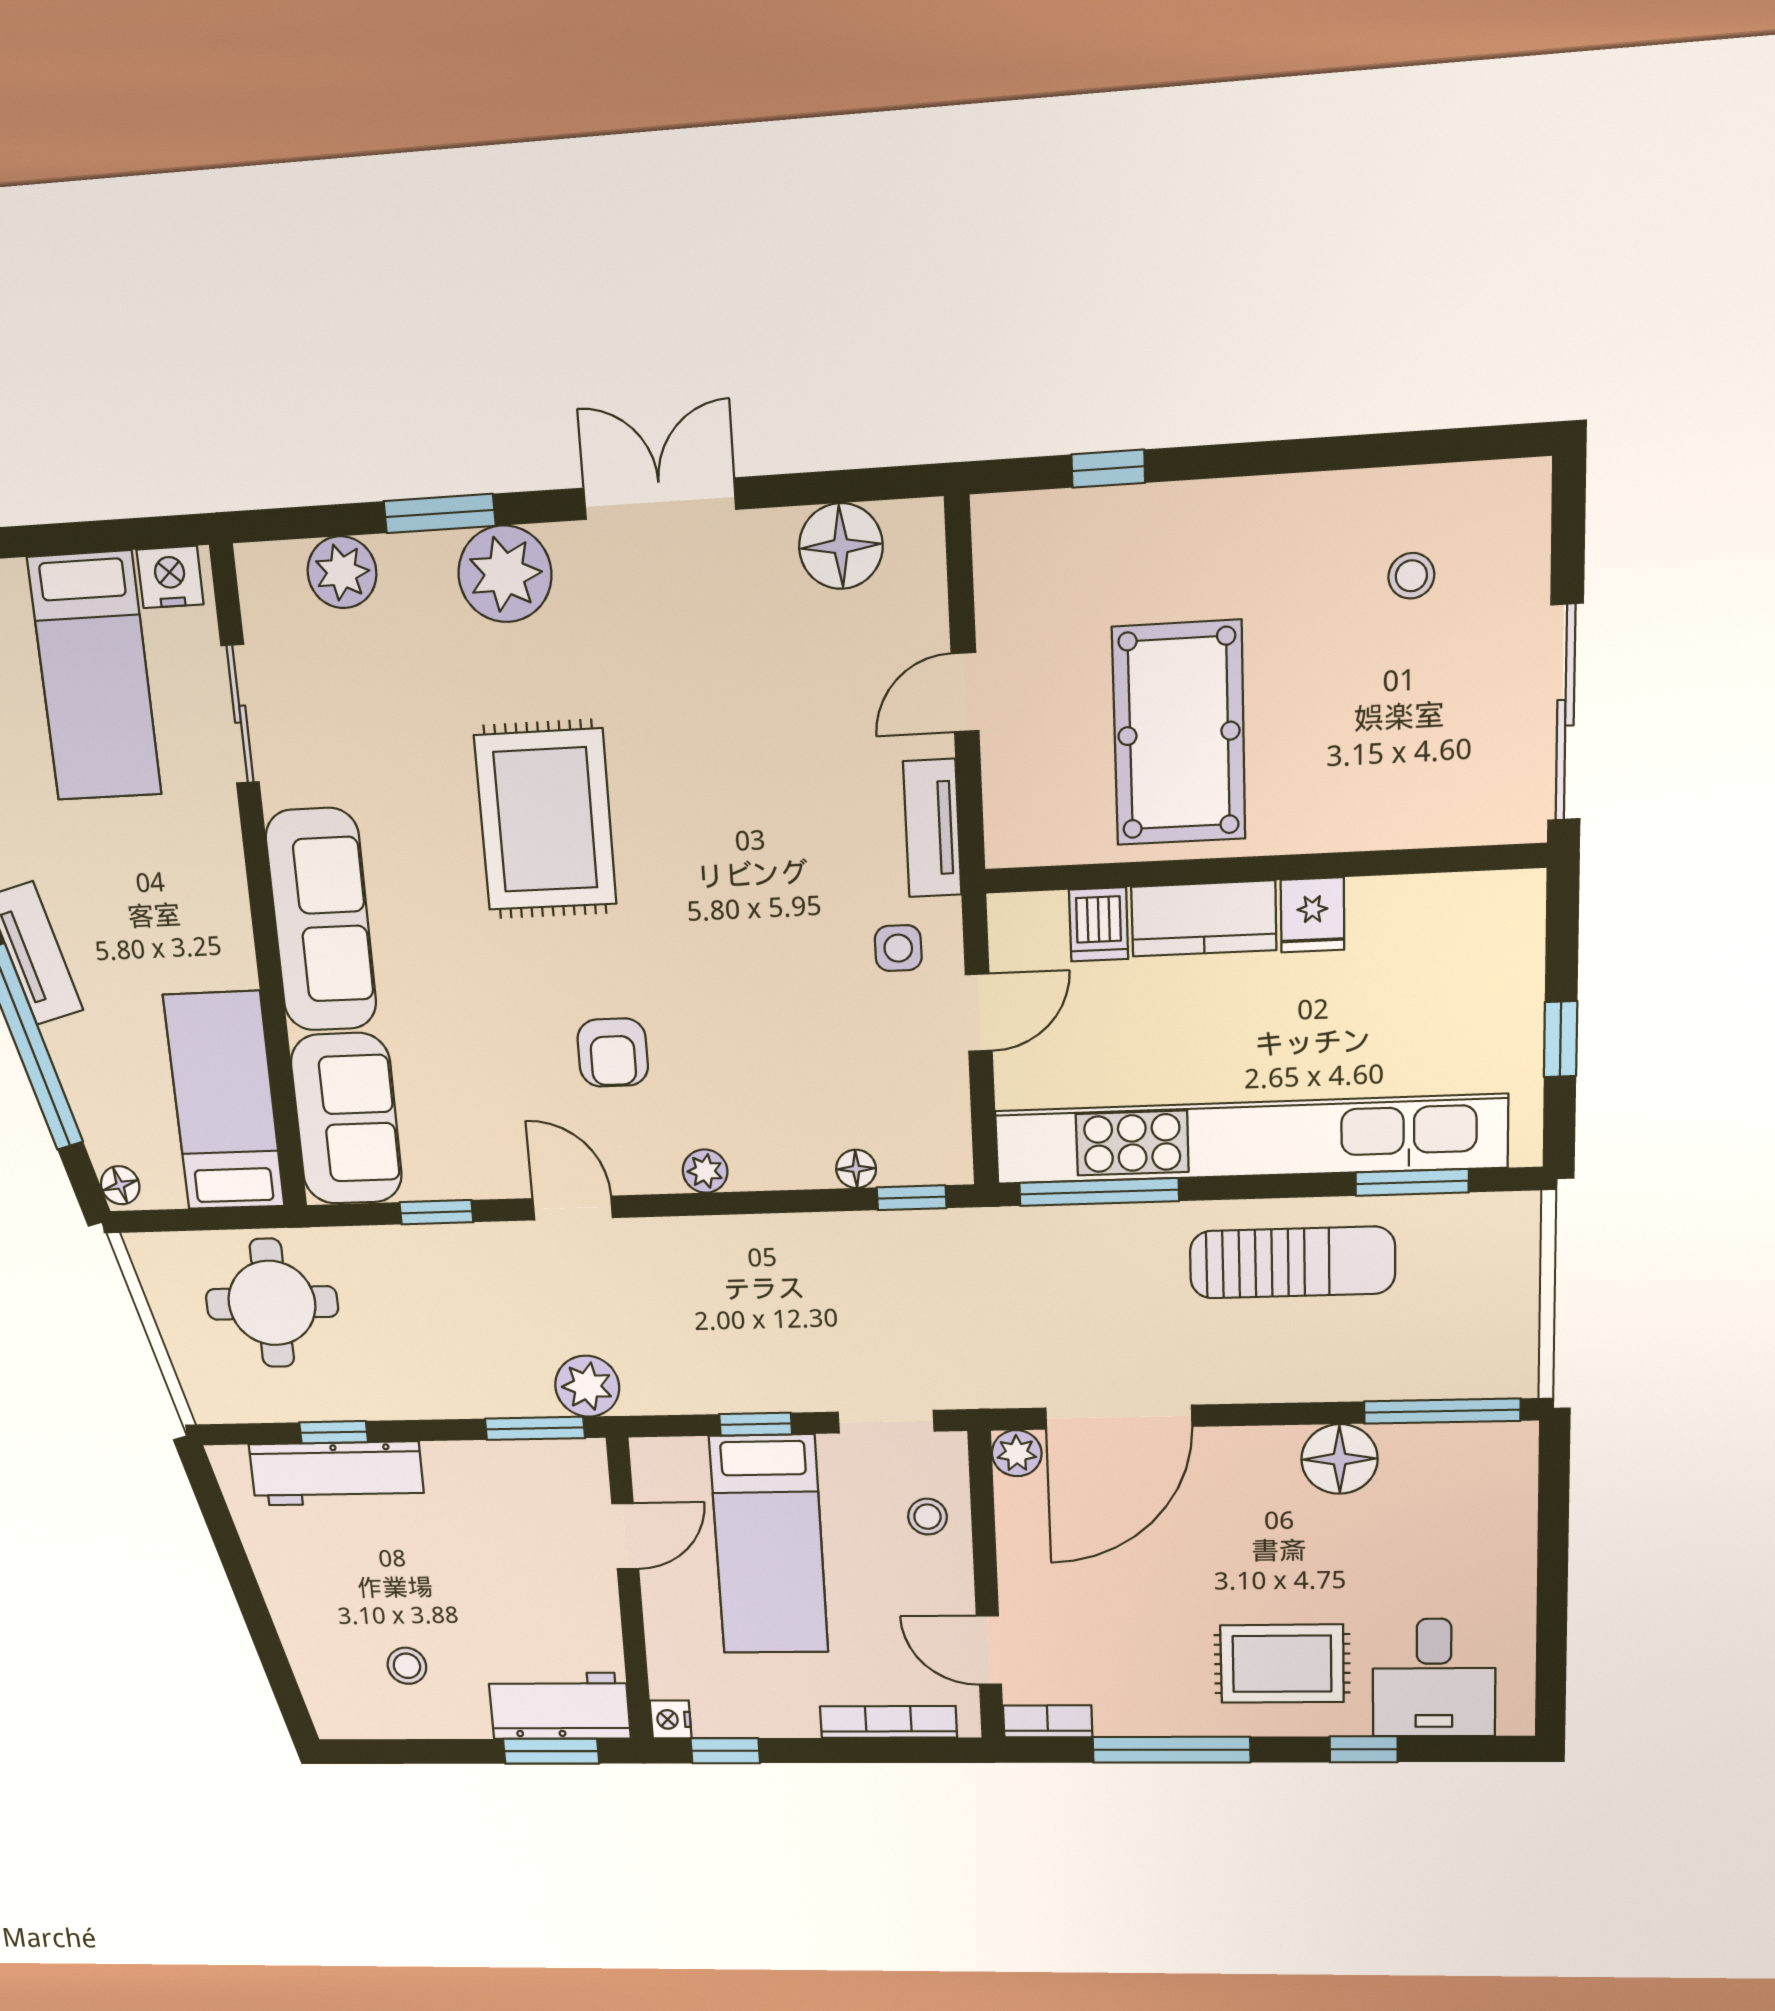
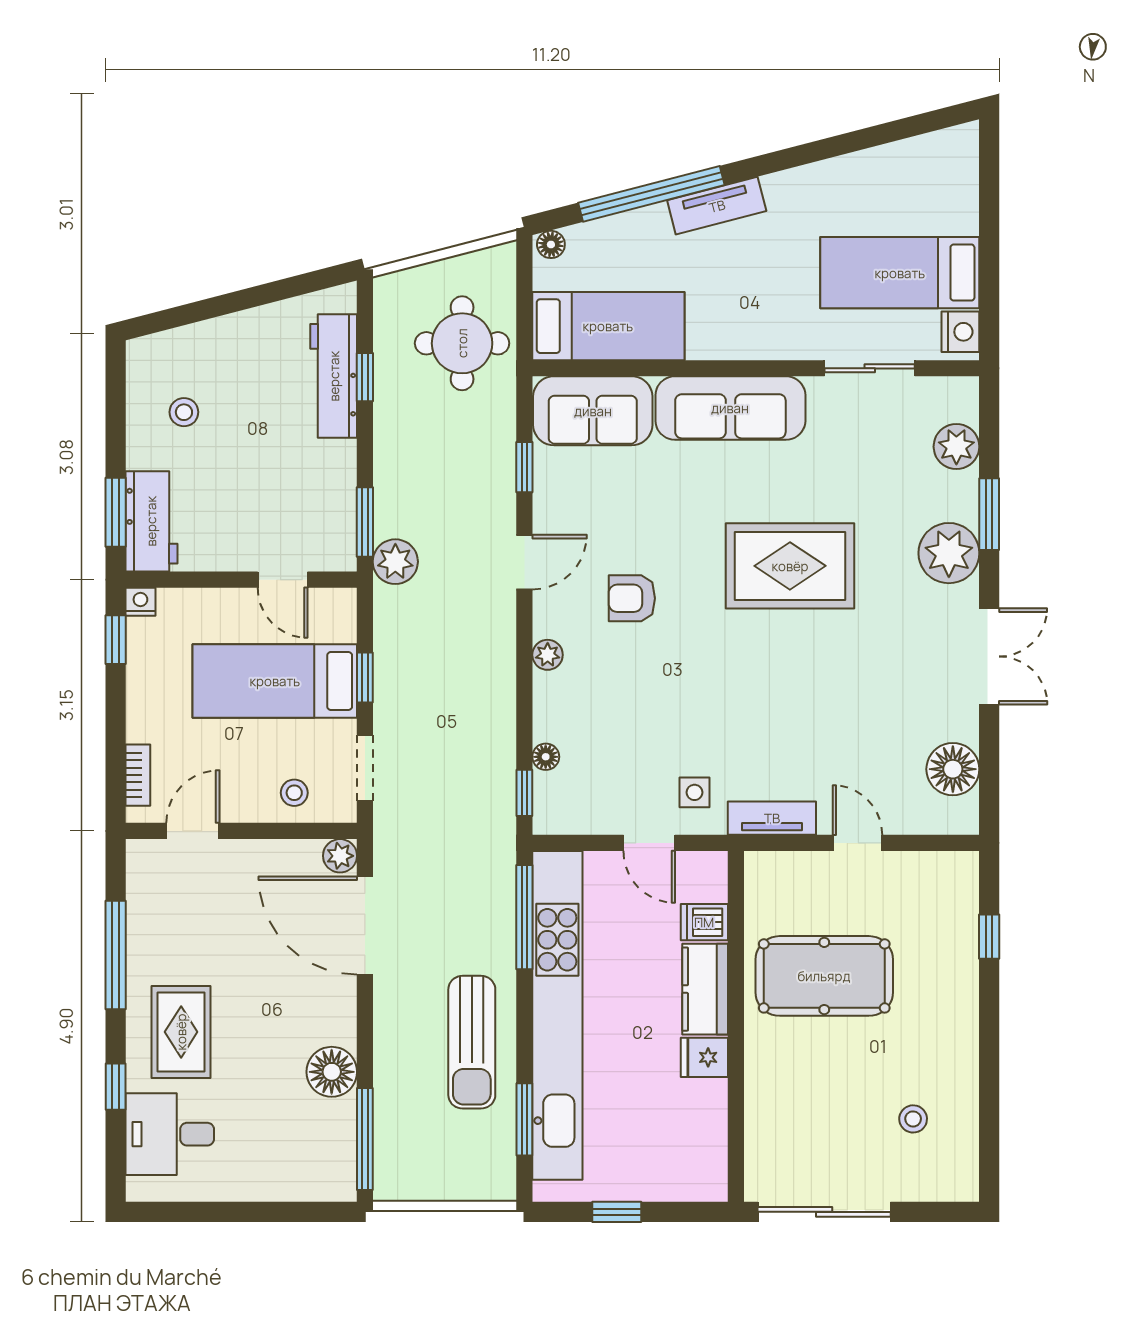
bookcase: (1048, 1721) -> (138, 870), removed
bookcase: (888, 1722) -> (138, 775), width x0.64

